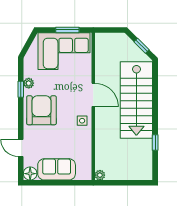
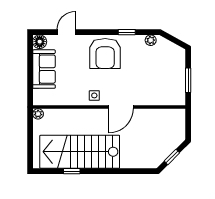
corner sofa: (64, 51) -> (166, 77), removed
plant: (29, 83) -> (151, 40), moved
stairs: (136, 100) -> (80, 152), moved
armchair: (41, 110) -> (105, 53), turned 90

